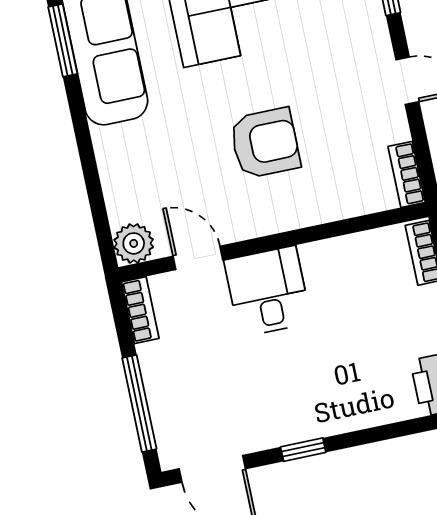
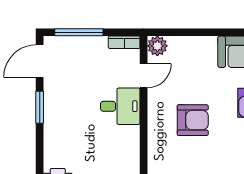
armchair: (265, 143) -> (193, 120), turned -90
window: (303, 450) -> (40, 107), width x1.50

